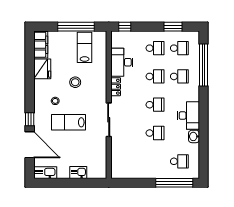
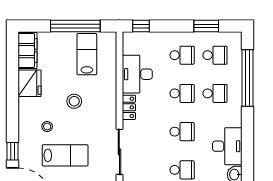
lab bench: (68, 122) -> (65, 155), turned 180

